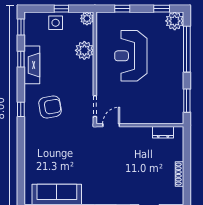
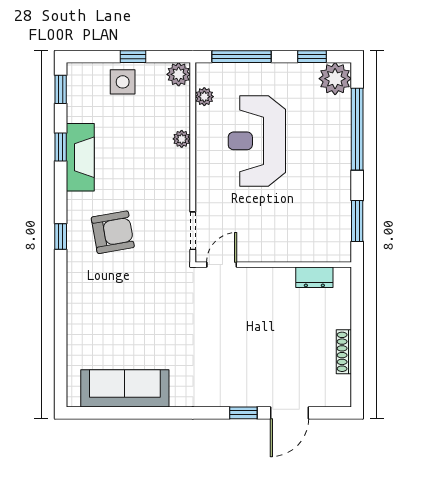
window: (122, 9) -> (241, 57), width x2.17
plant: (101, 31) -> (204, 97), added
plant: (84, 50) -> (182, 139), width x0.53, depth x0.53

